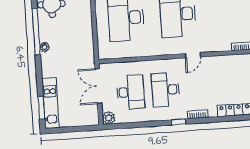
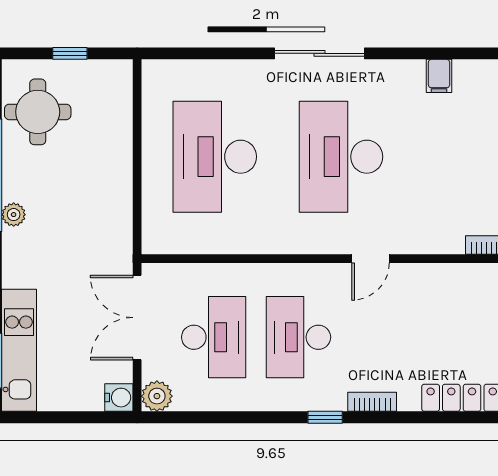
water cooler: (93, 120) -> (119, 398), added

